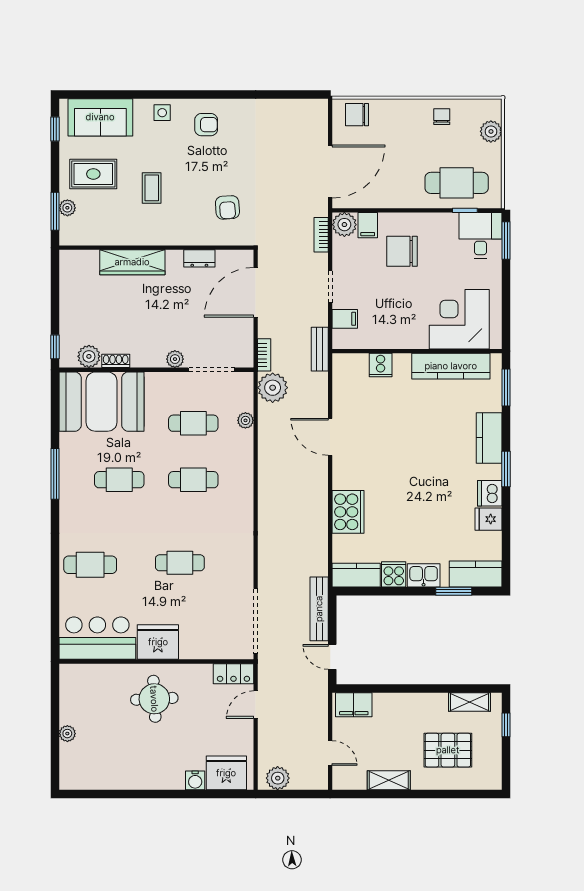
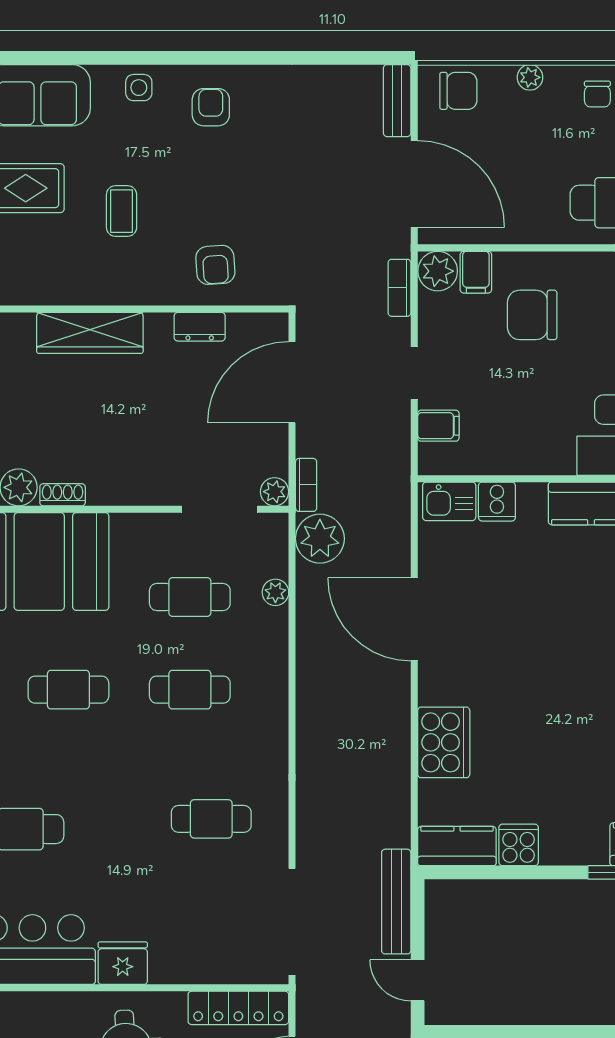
plant: (401, 106) -> (530, 77), added
chair: (357, 115) -> (458, 91), turned 180
chair: (442, 117) -> (597, 94), turned 180
armchair: (206, 125) -> (211, 107), turned -90
door: (330, 171) -> (414, 184), hinge flipped
armchair: (227, 207) -> (215, 265), moved
bench: (320, 349) -> (397, 101), moved
plant: (175, 359) -> (275, 492), moved
door: (330, 437) -> (414, 619), width x1.36
cafe table: (180, 563) -> (211, 819), moved
kitchen sink: (424, 575) -> (449, 501), moved, turned 180
fridge: (158, 642) -> (123, 963), width x0.73, depth x0.75
locker: (233, 674) -> (238, 1008), width x1.53

